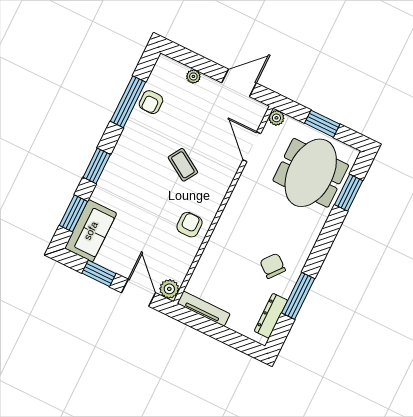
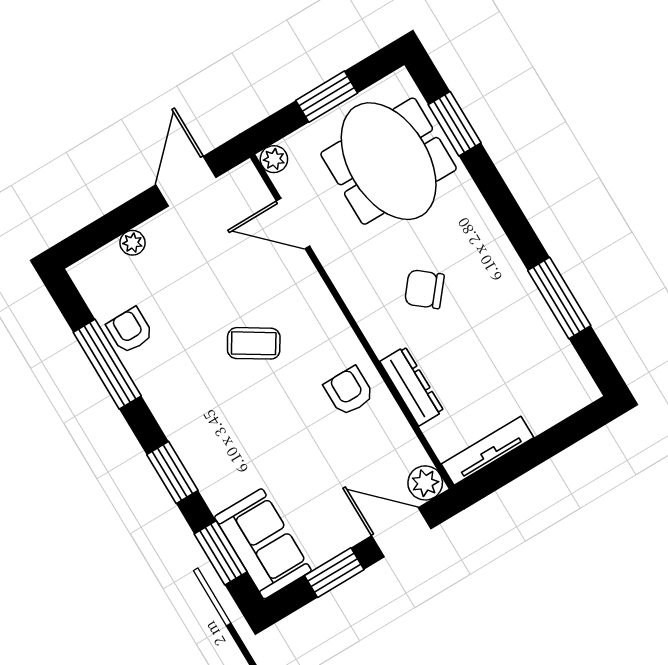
armchair: (151, 102) -> (130, 330), turned 180
chair: (273, 266) -> (424, 289), moved
dresser: (271, 316) -> (412, 386), moved, turned 180

